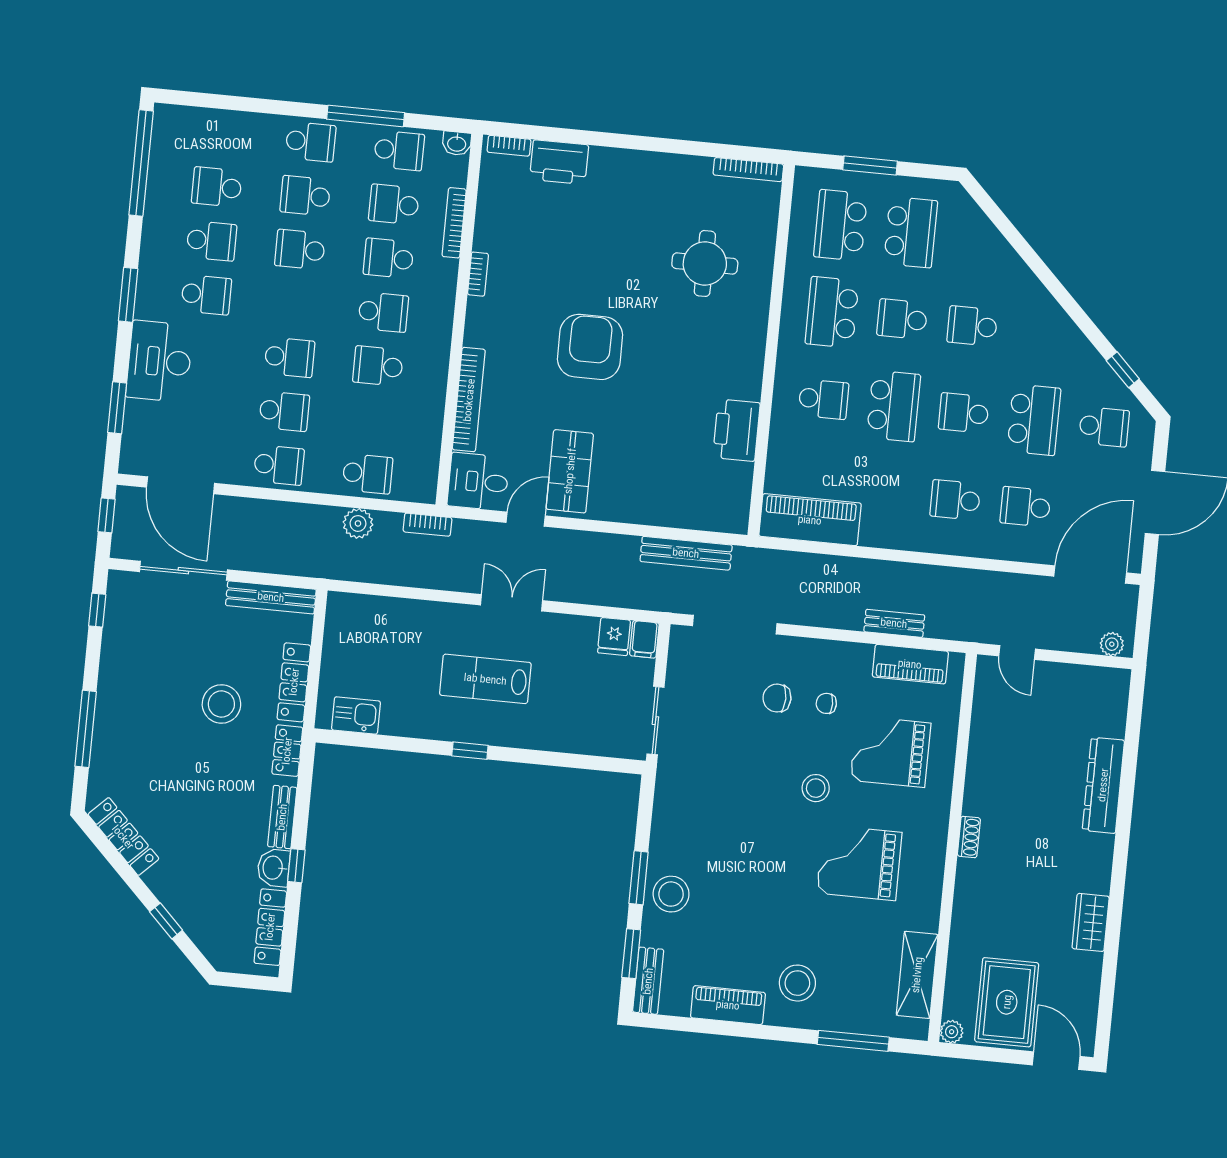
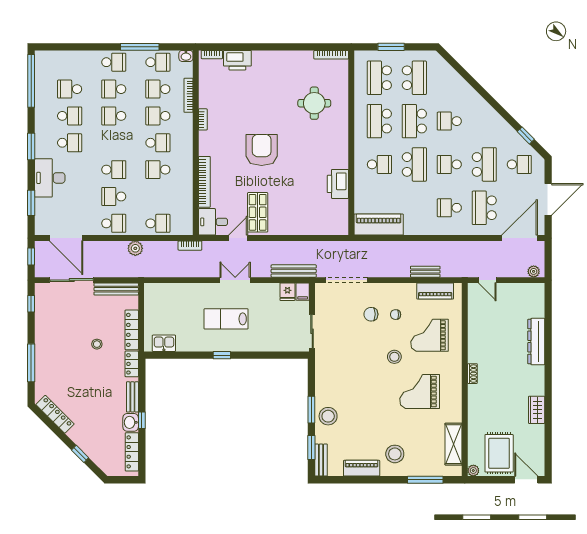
school desk: (902, 319) -> (414, 121), width x1.85
school desk: (284, 411) -> (114, 196), turned 180
school desk: (1025, 507) -> (484, 208), width x1.85
plant: (358, 523) -> (135, 248), moved
bench: (686, 553) -> (294, 271), moved
stool: (221, 704) -> (97, 344), width x0.53, depth x0.53

